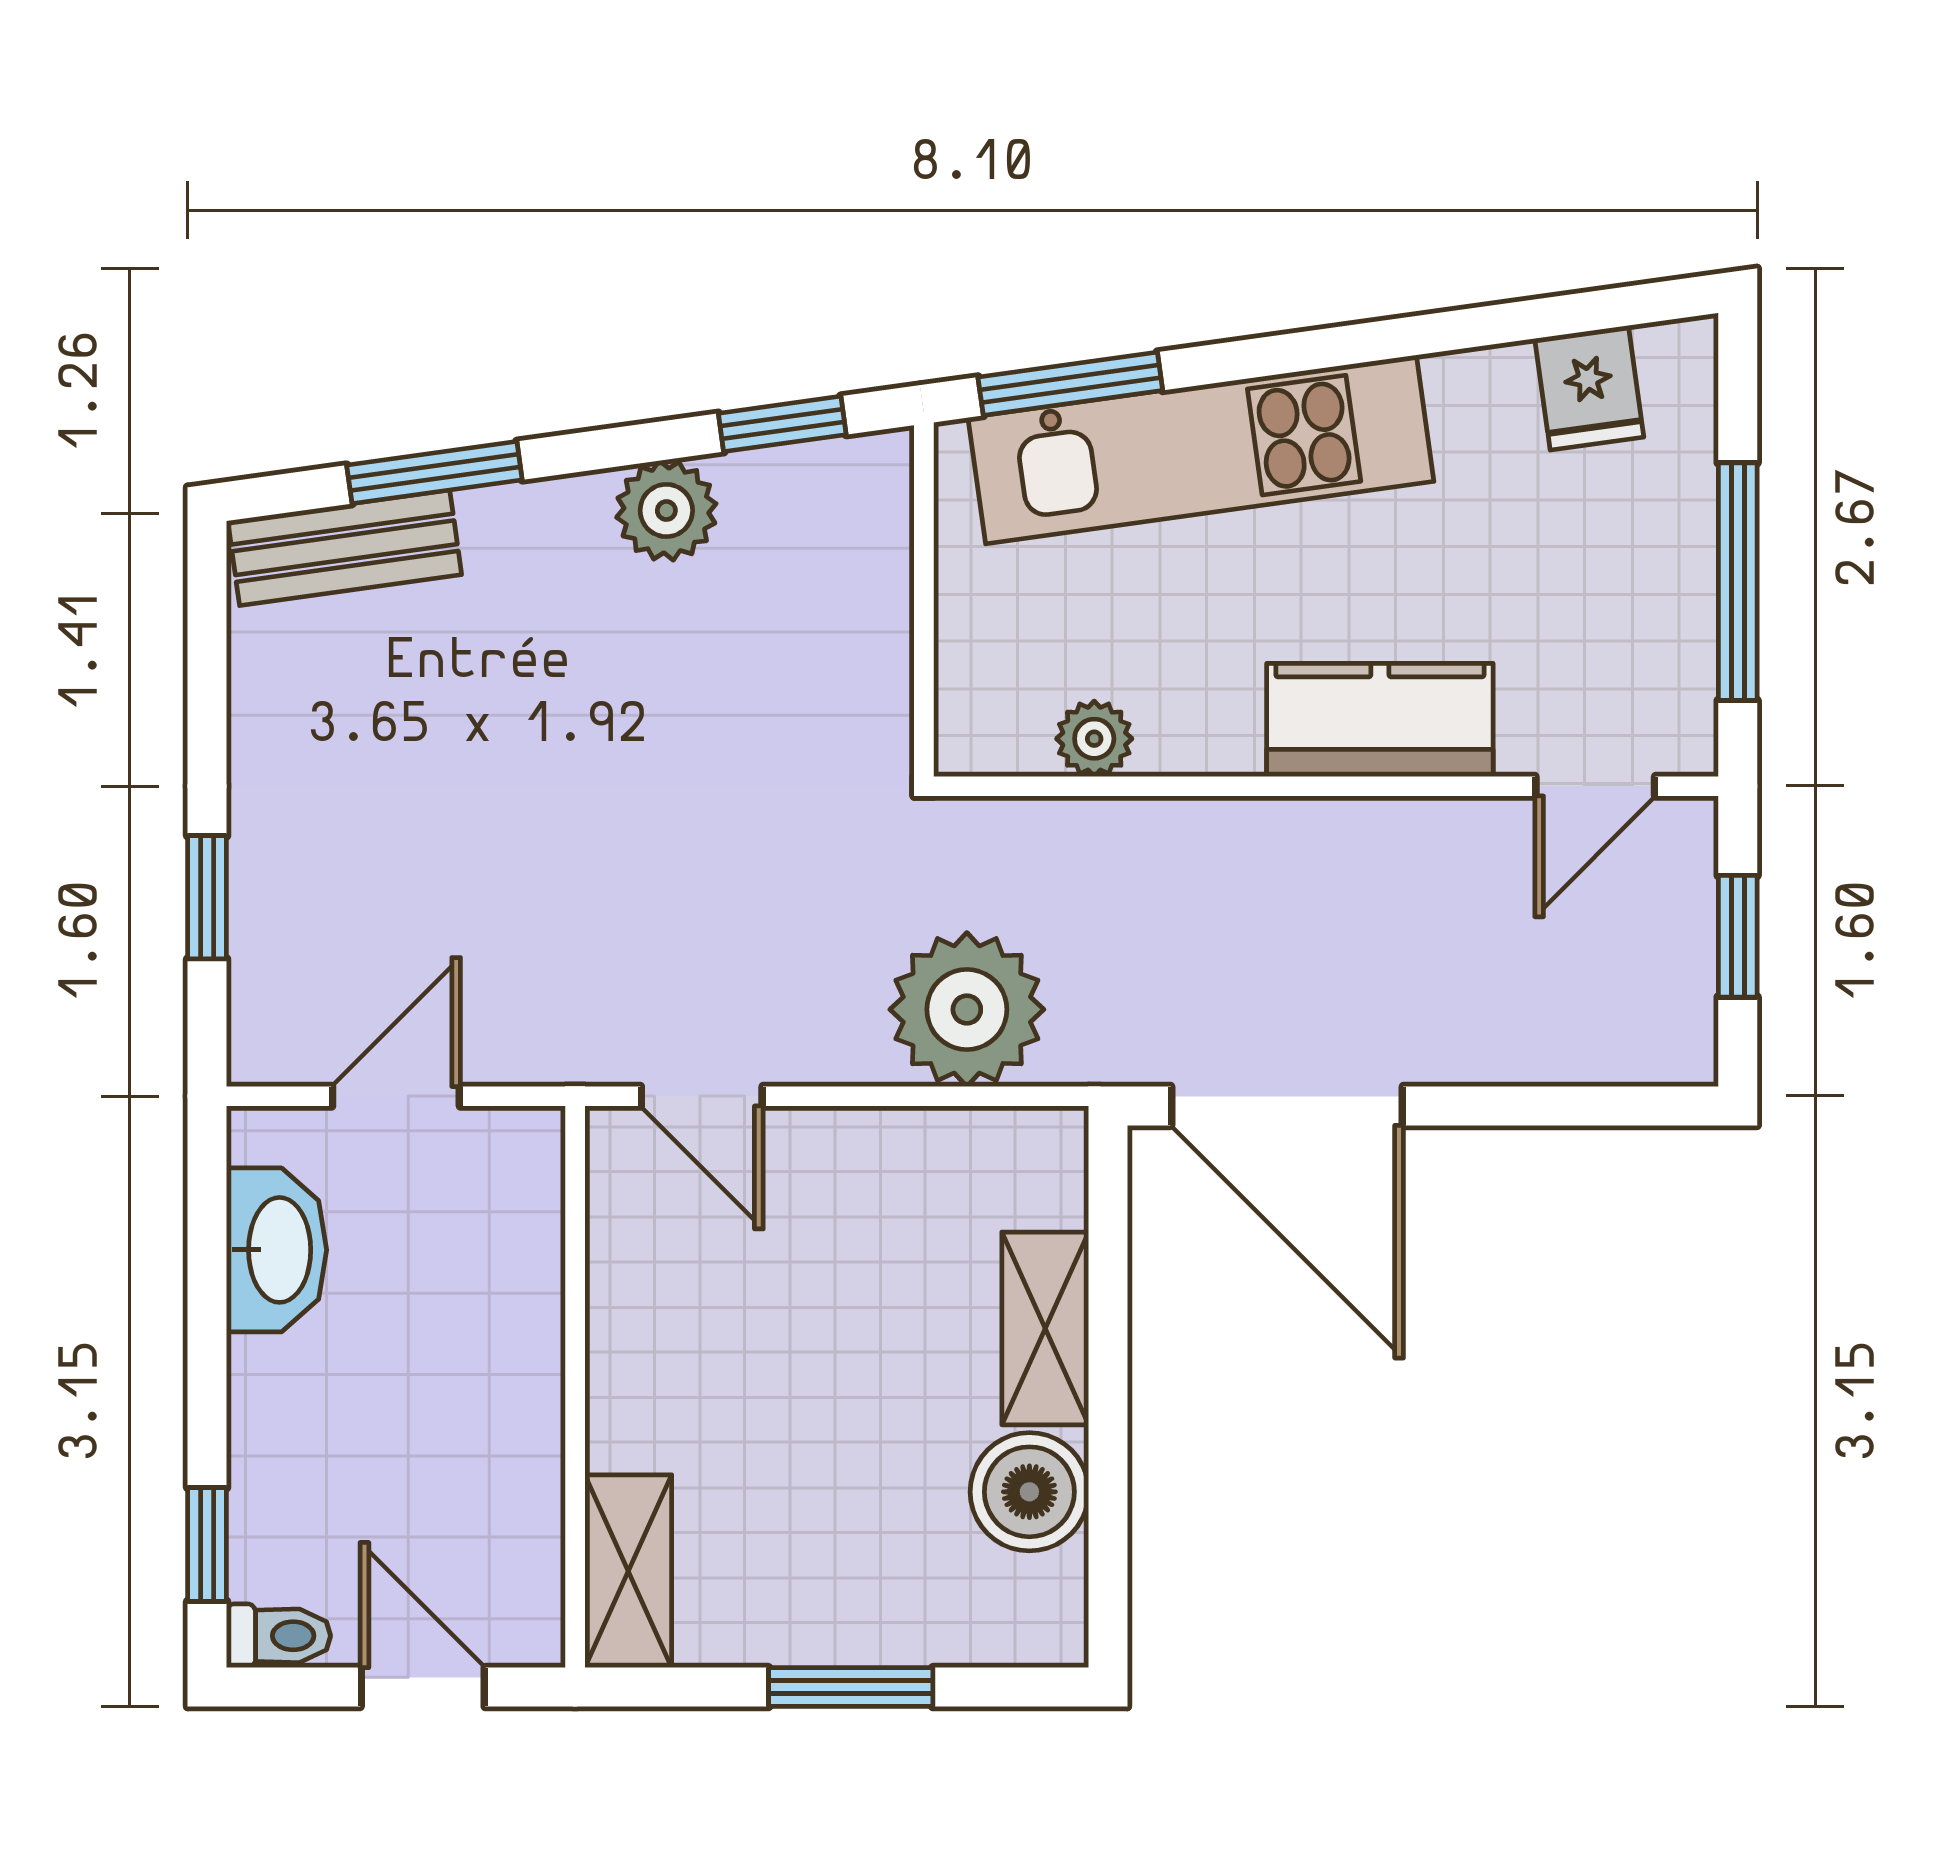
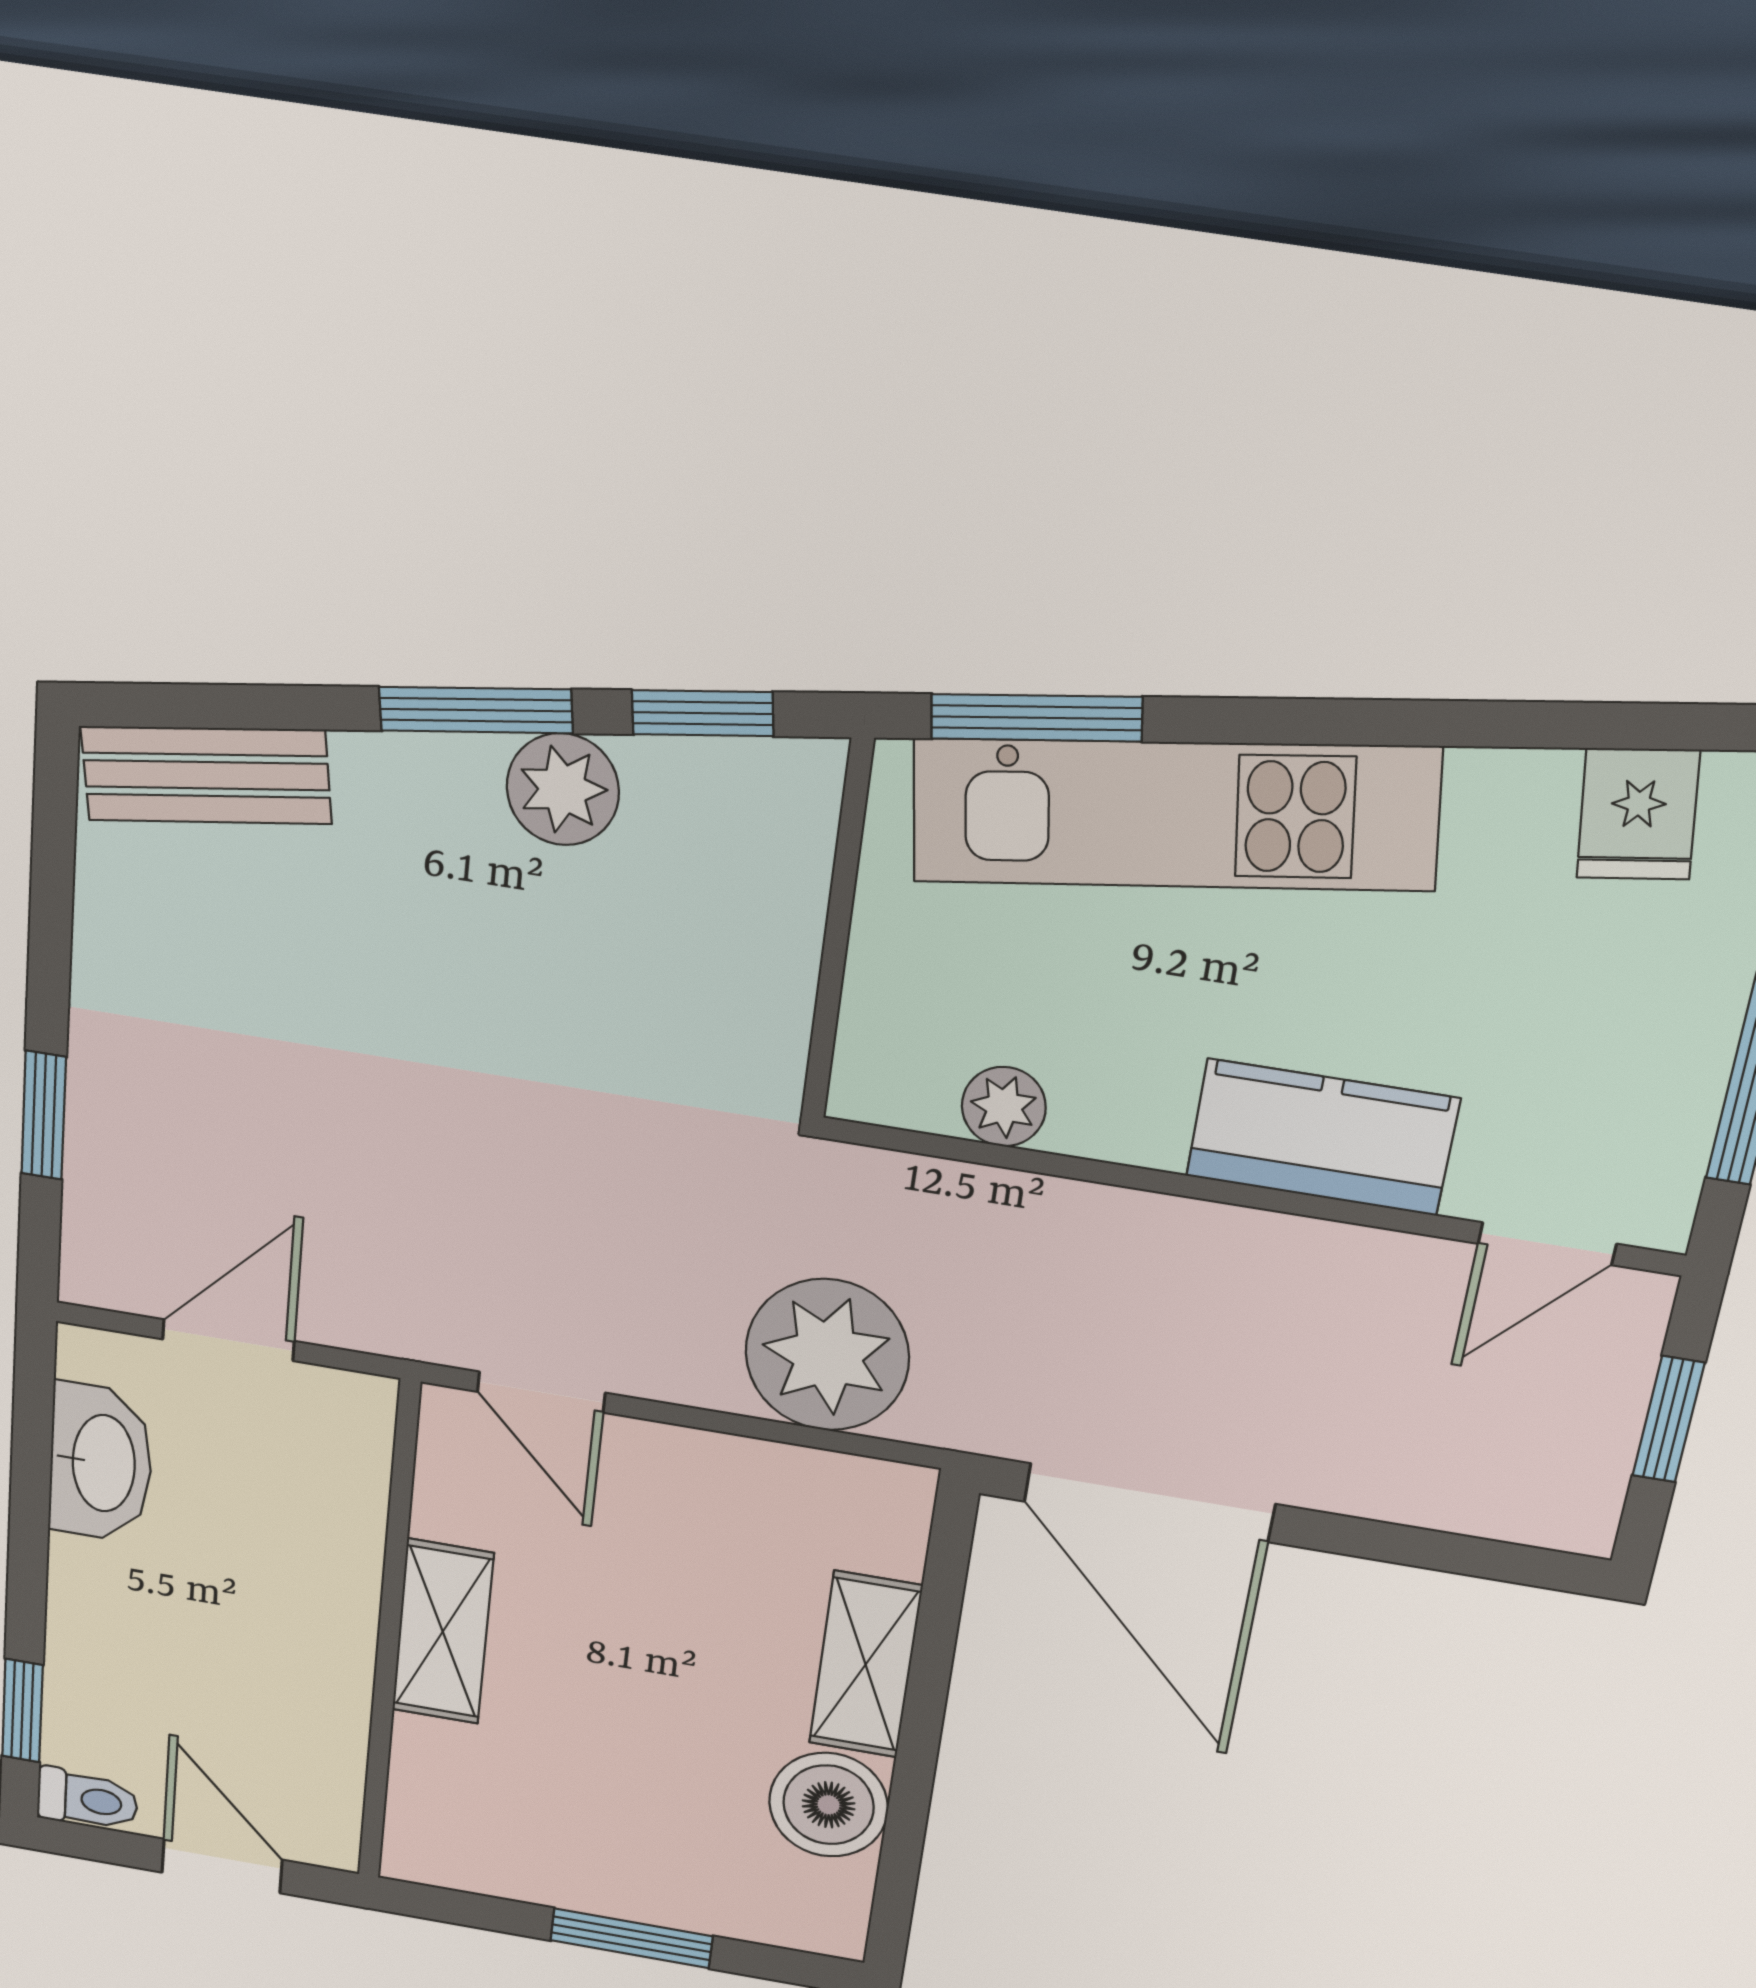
window: (434, 472) -> (476, 710), moved
shelving: (628, 1571) -> (443, 1632), moved

